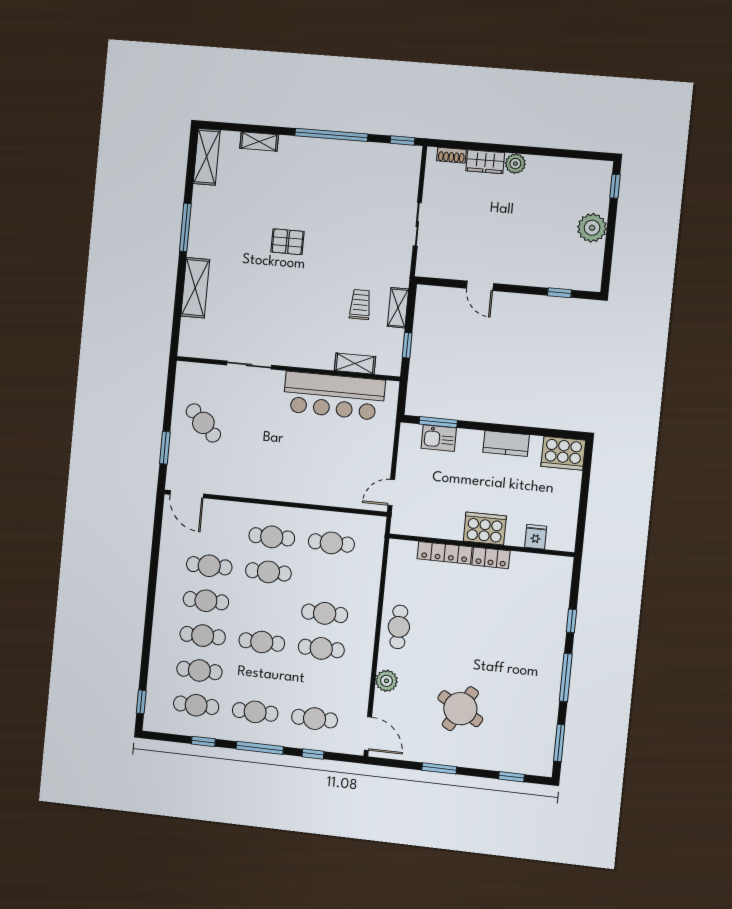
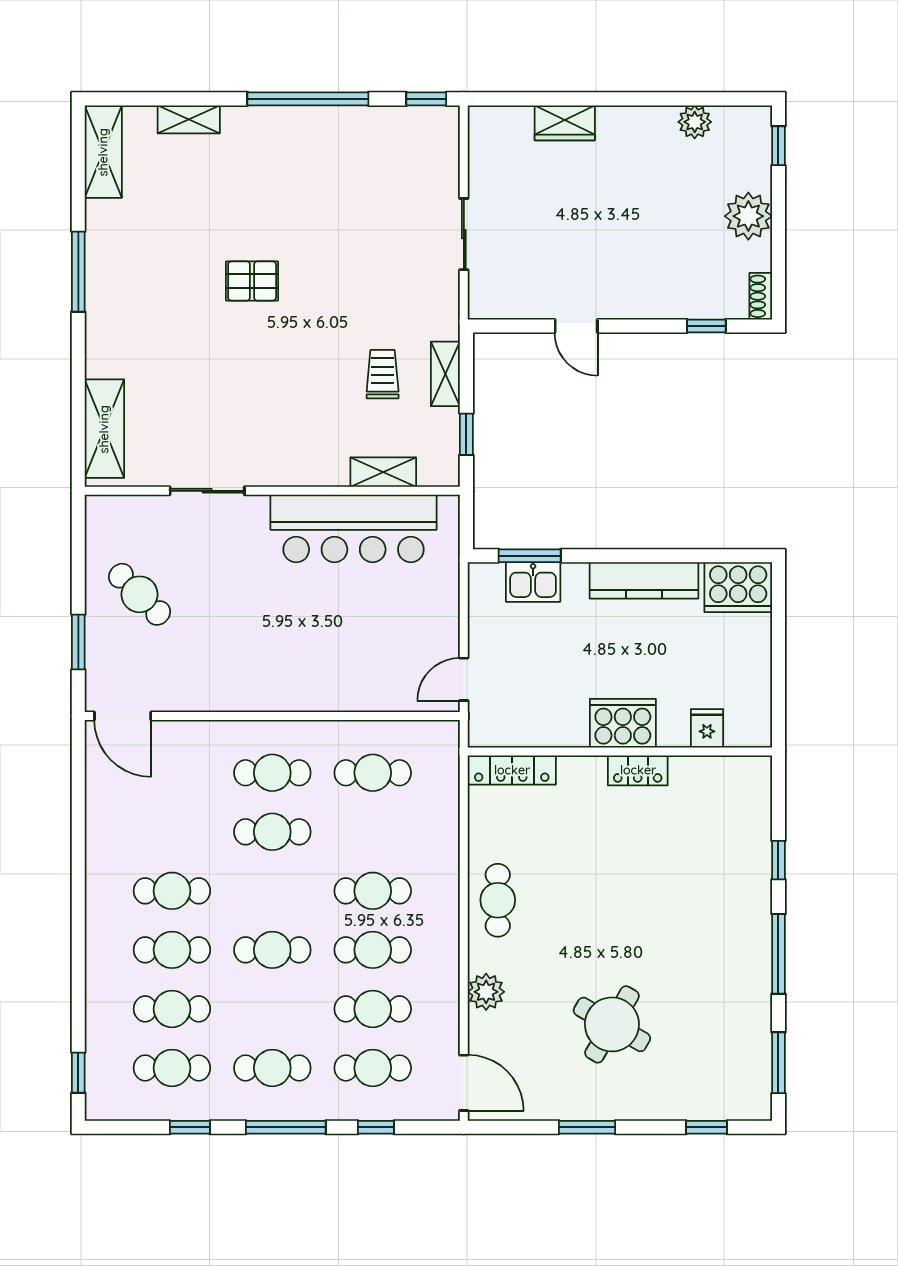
shoe rack: (451, 155) -> (761, 296), moved, turned 90
plant: (515, 164) -> (695, 122), moved
shelving: (195, 288) -> (104, 429), moved
kitchen counter: (506, 444) -> (644, 580), width x1.50
locker: (445, 553) -> (512, 770), moved
cafe table: (209, 566) -> (373, 1009), moved

